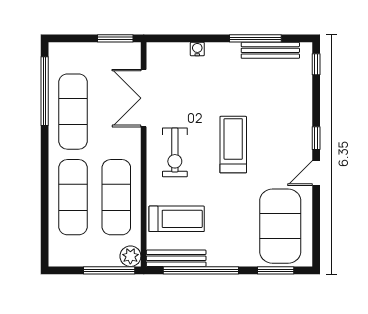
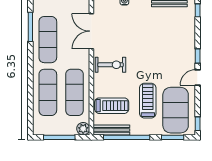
window: (45, 91) -> (30, 27), width x0.68
treadmill: (233, 145) -> (148, 101), moved
exercise bike: (175, 152) -> (111, 65), turned -90
window: (316, 248) -> (198, 124), added
window: (109, 270) -> (59, 137), moved

